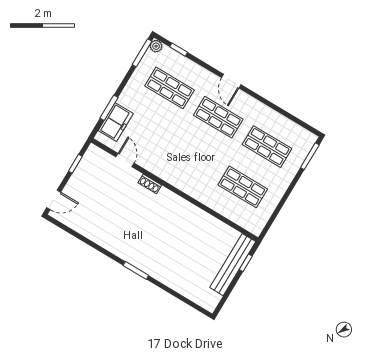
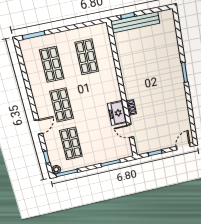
door: (231, 81) -> (39, 127), moved
freezer: (116, 122) -> (117, 113), moved, turned -90
door: (125, 160) -> (130, 131), hinge flipped
door: (54, 200) -> (183, 147), hinge flipped

